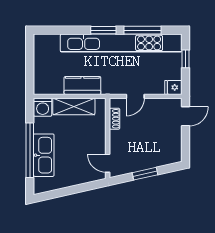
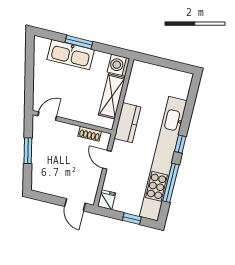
window: (103, 30) -> (180, 144), width x0.67
kitchen counter: (82, 85) -> (127, 123), moved
window: (30, 150) -> (79, 42), width x0.47

